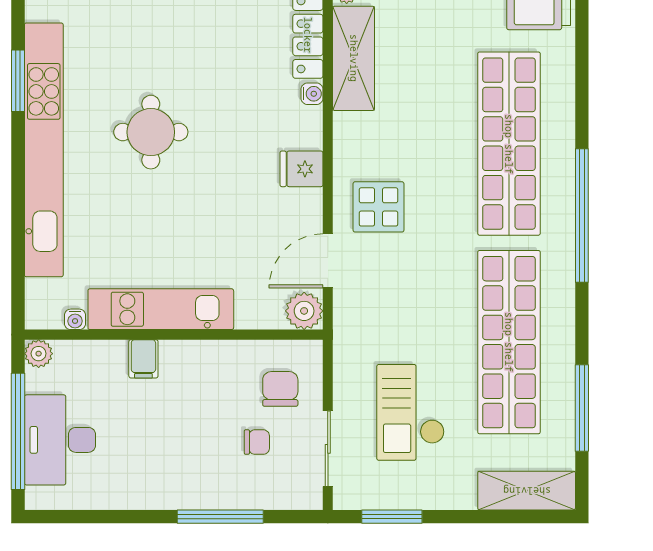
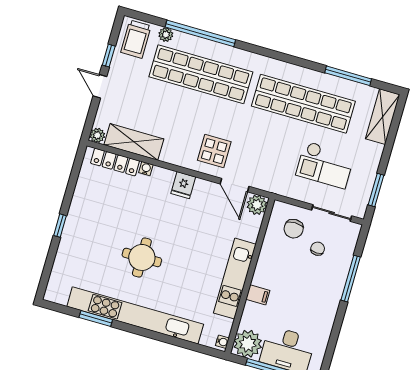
plant: (562, 61) -> (166, 35), added
window: (582, 215) -> (200, 33), moved
water cooler: (75, 319) -> (222, 342), moved
plant: (39, 354) -> (248, 344), width x1.87, depth x1.87
chair: (280, 389) -> (294, 229), turned -90

